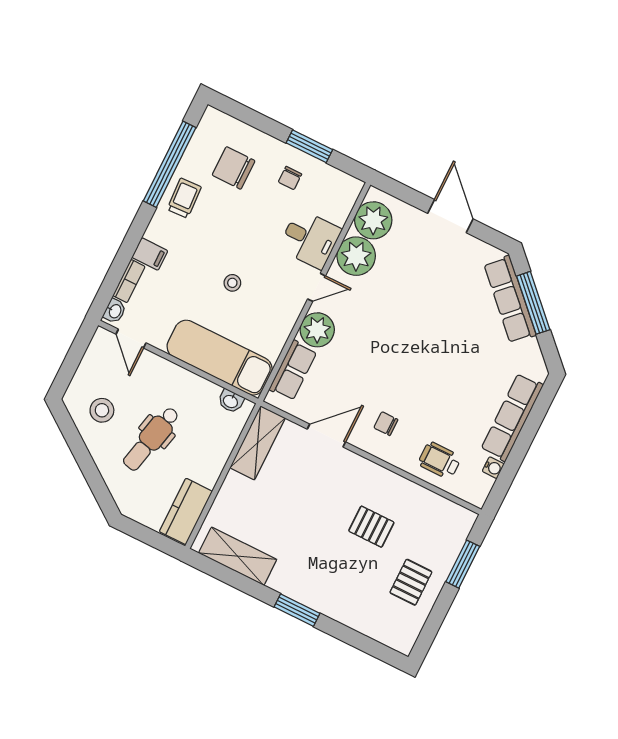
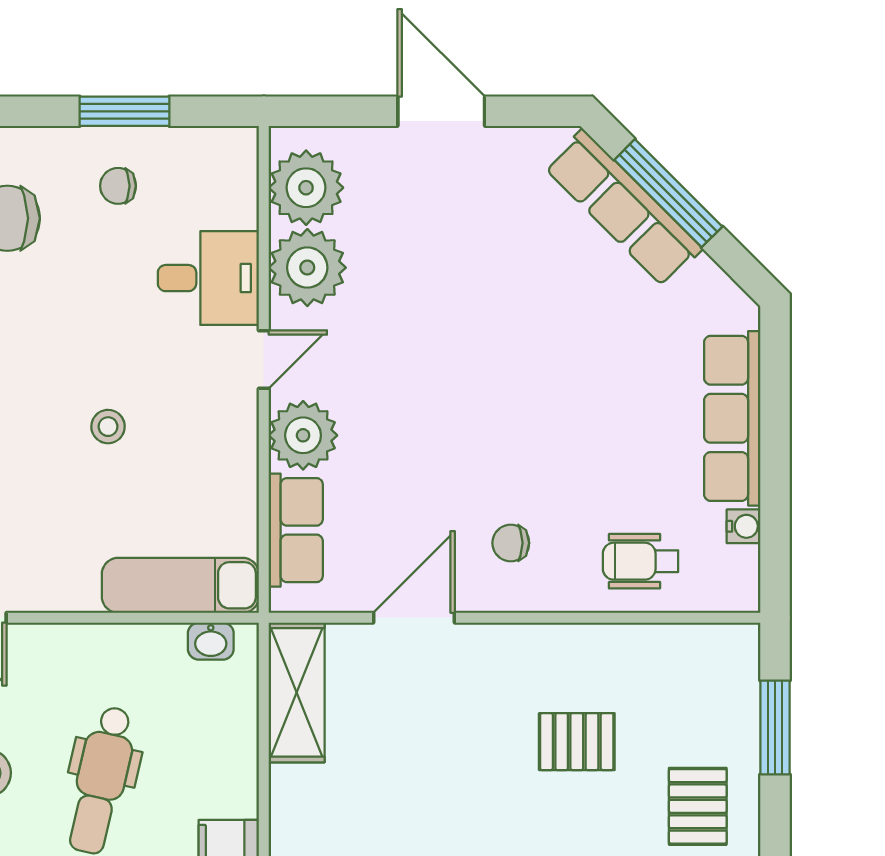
chair: (290, 178) -> (118, 186), turned 90
exam couch: (220, 358) -> (180, 585), width x0.73, depth x0.69

